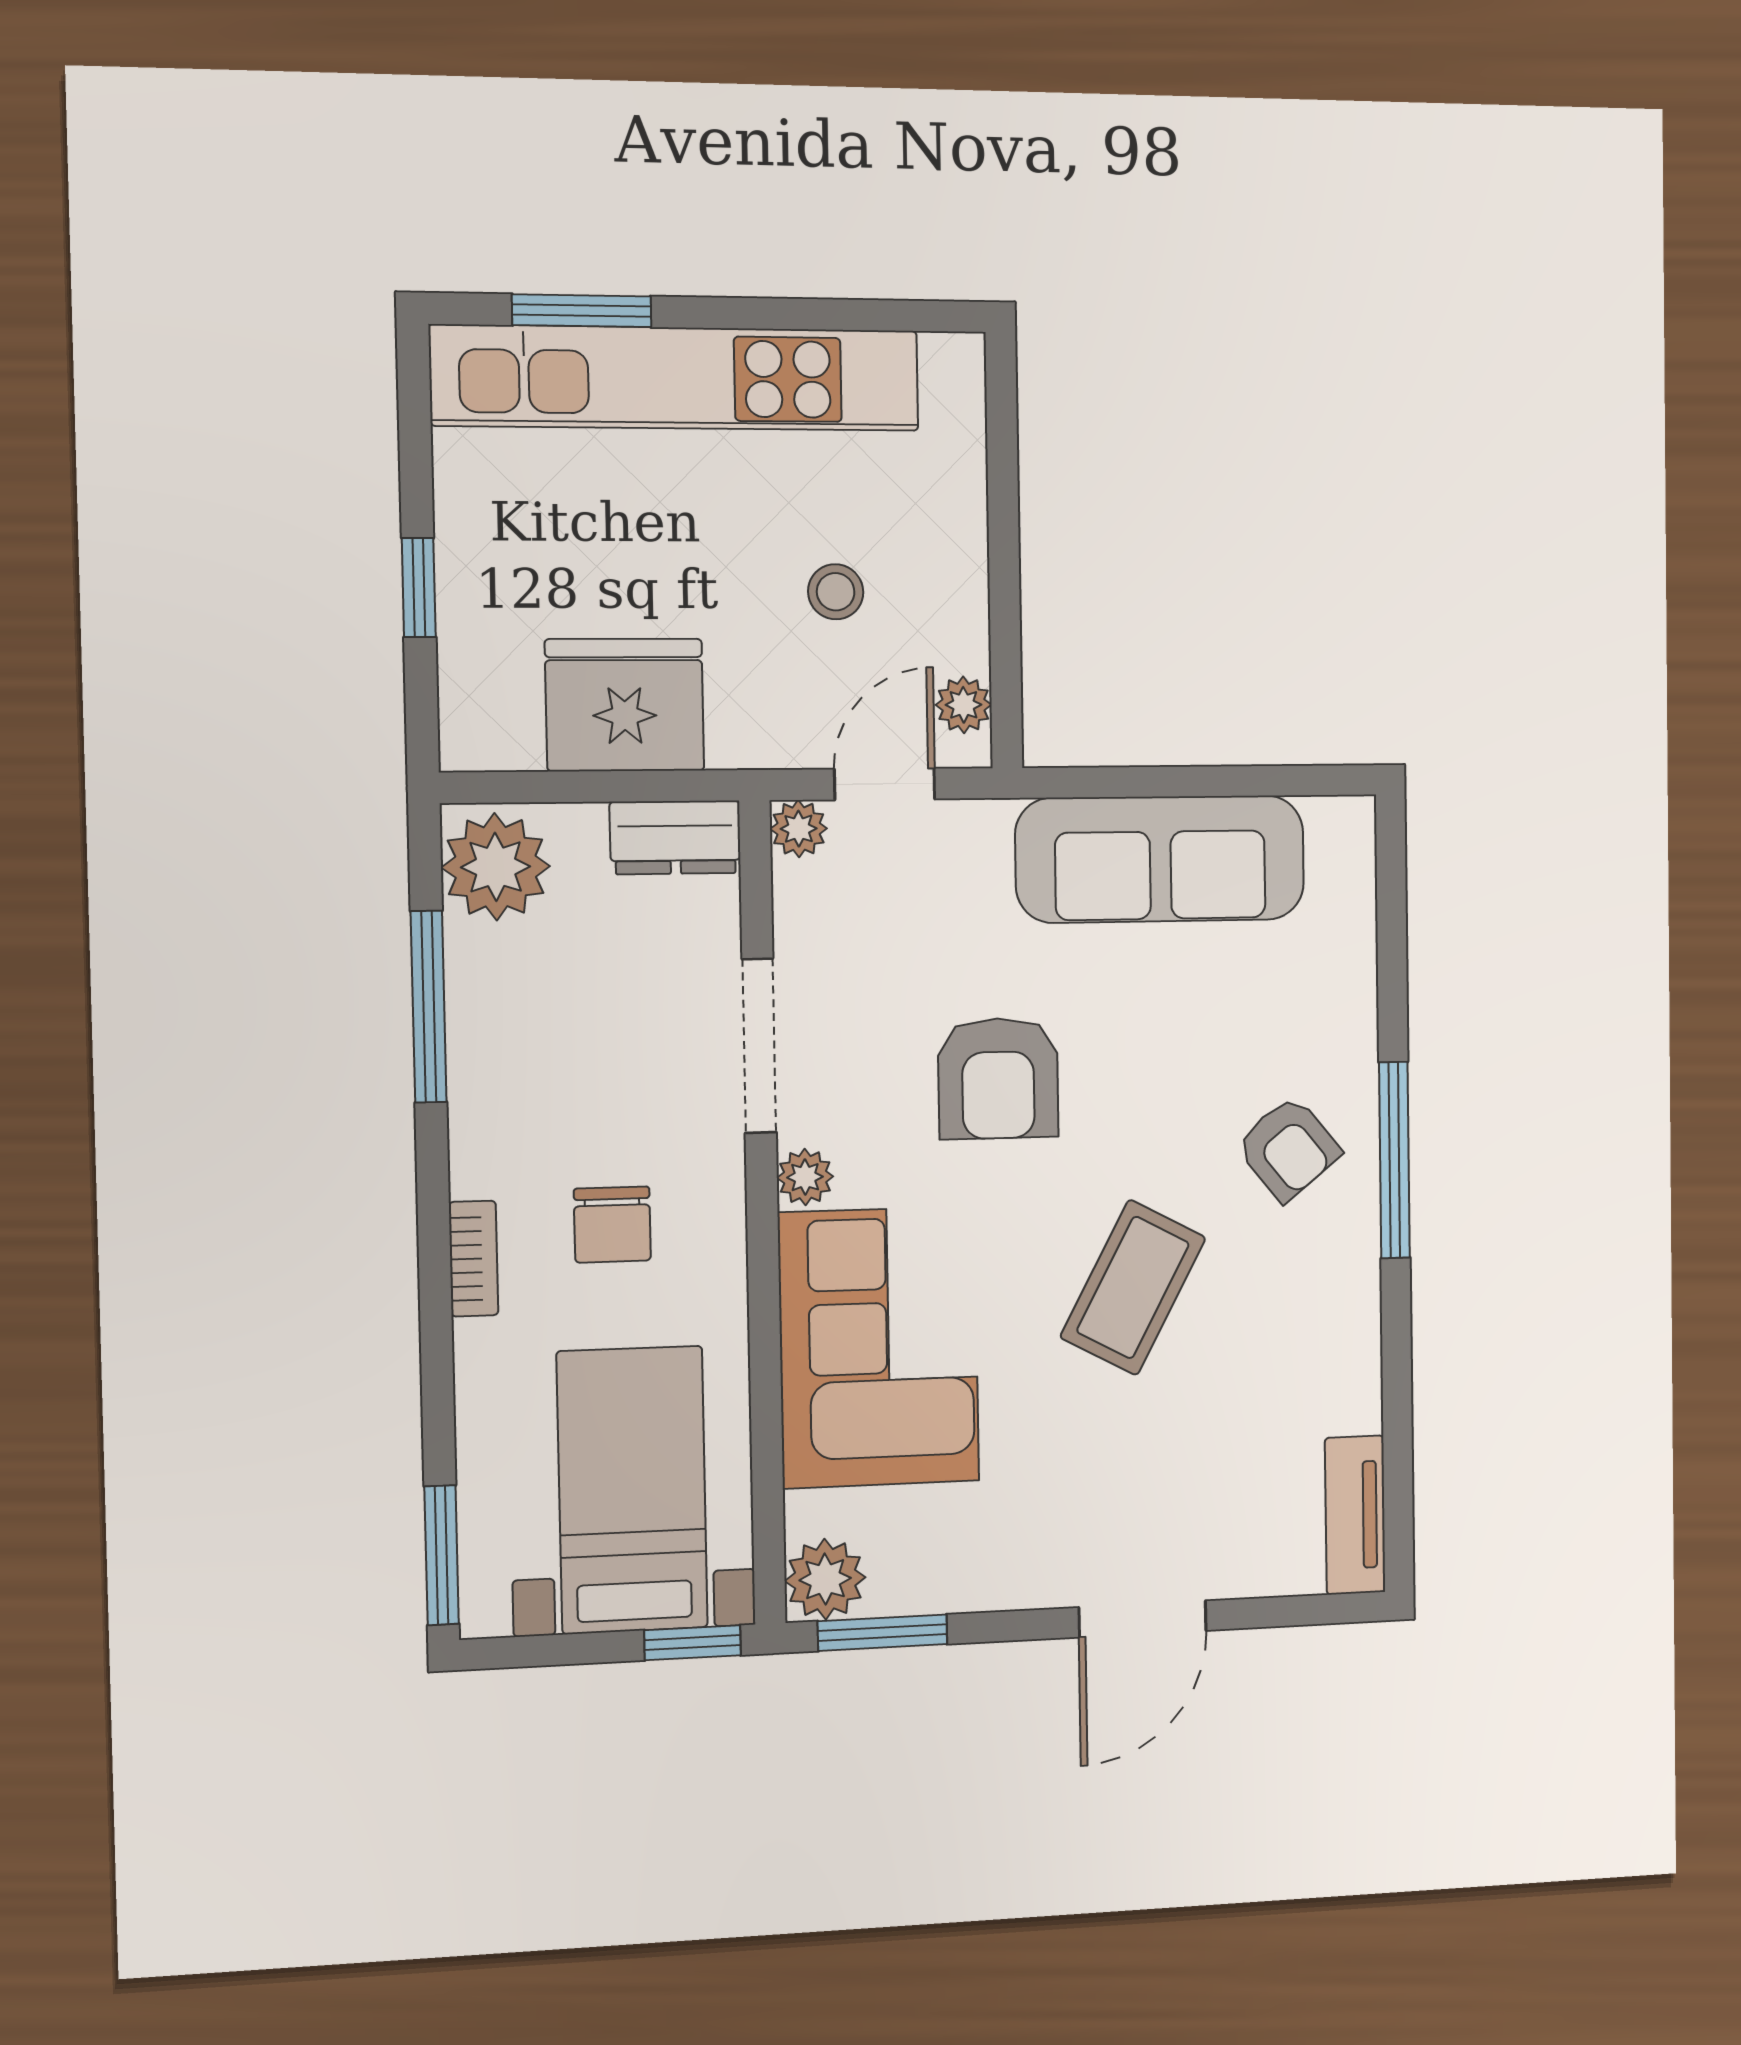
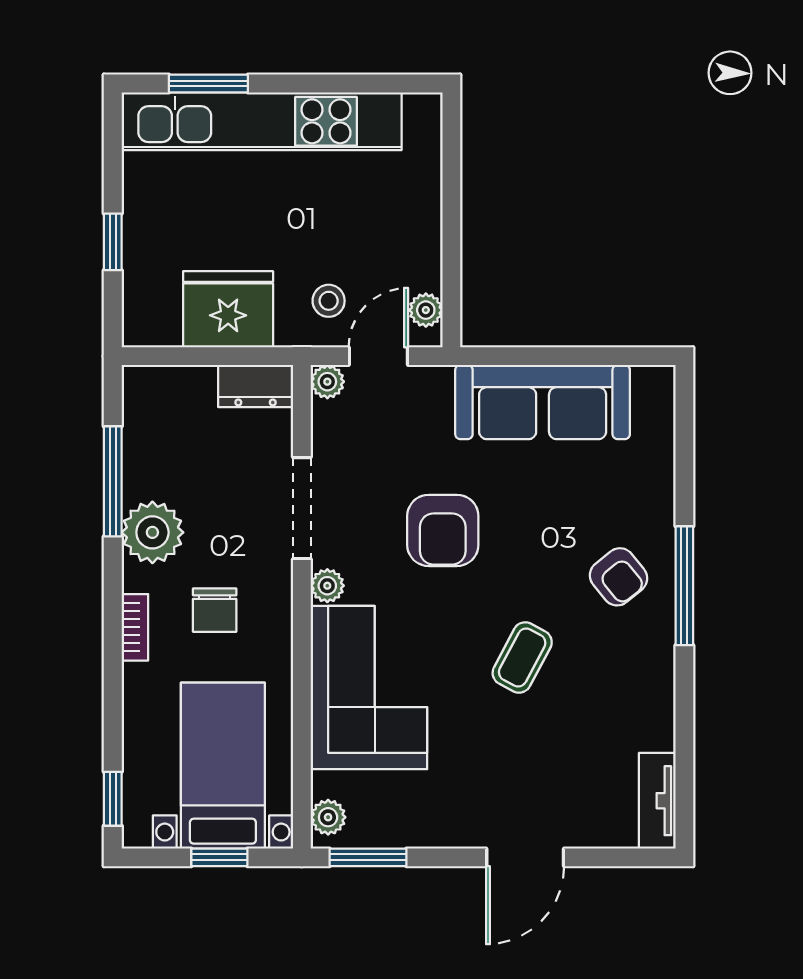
stool: (836, 592) -> (329, 301), moved
plant: (496, 867) -> (152, 532), moved
coffee table: (1133, 1287) -> (522, 657), width x0.73, depth x0.77
window: (442, 1555) -> (113, 799), width x0.67
plant: (825, 1579) -> (328, 817), width x0.73, depth x0.73
window: (693, 1643) -> (219, 857), moved

